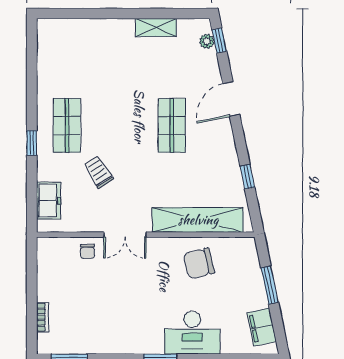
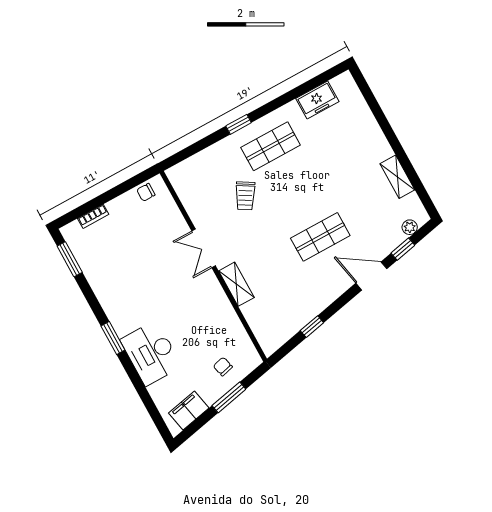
window: (219, 41) -> (403, 249), moved
trolley: (99, 172) -> (245, 196), turned 153
freezer: (49, 201) -> (317, 100), moved
shelving: (198, 220) -> (236, 284), width x0.45, depth x0.75
chair: (87, 251) -> (146, 192), moved
chair: (199, 263) -> (223, 367), moved, width x0.54, depth x0.54

